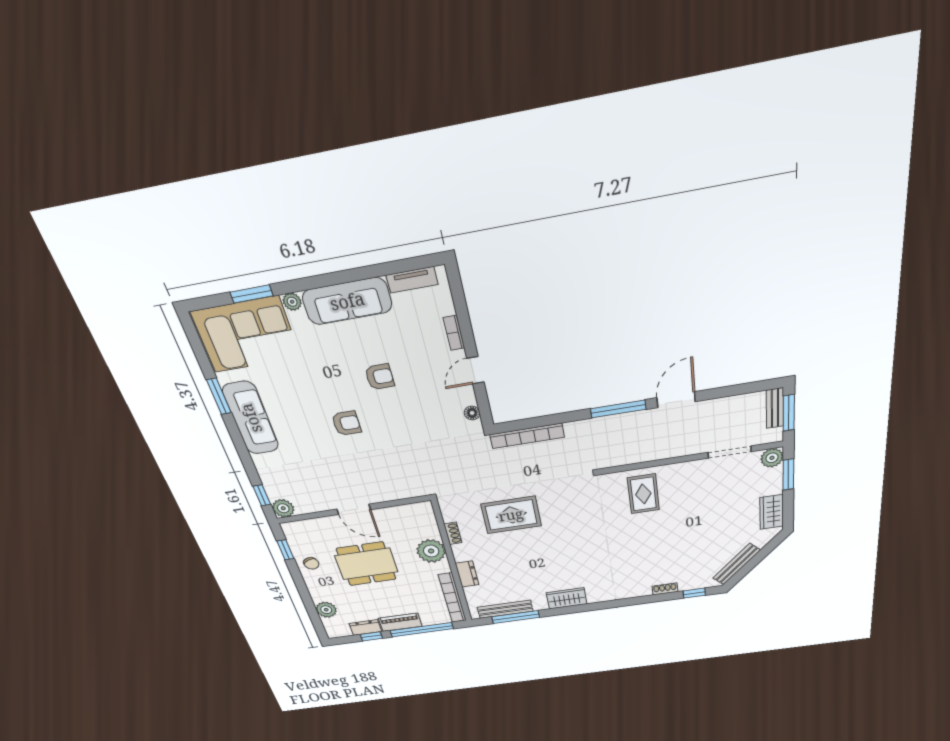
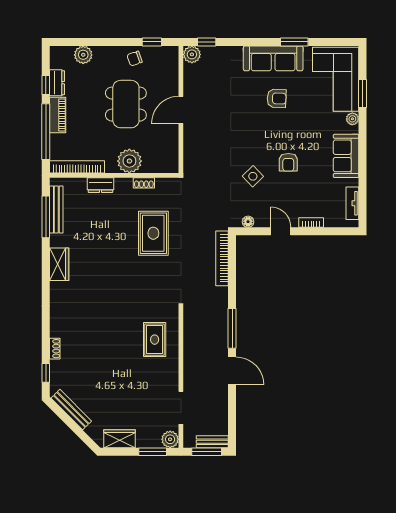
sofa: (347, 301) -> (346, 156), width x0.73
side table: (411, 417) -> (253, 176), added
armchair: (346, 423) -> (277, 98), moved, turned -88
rug: (643, 494) -> (155, 340), turned 90

